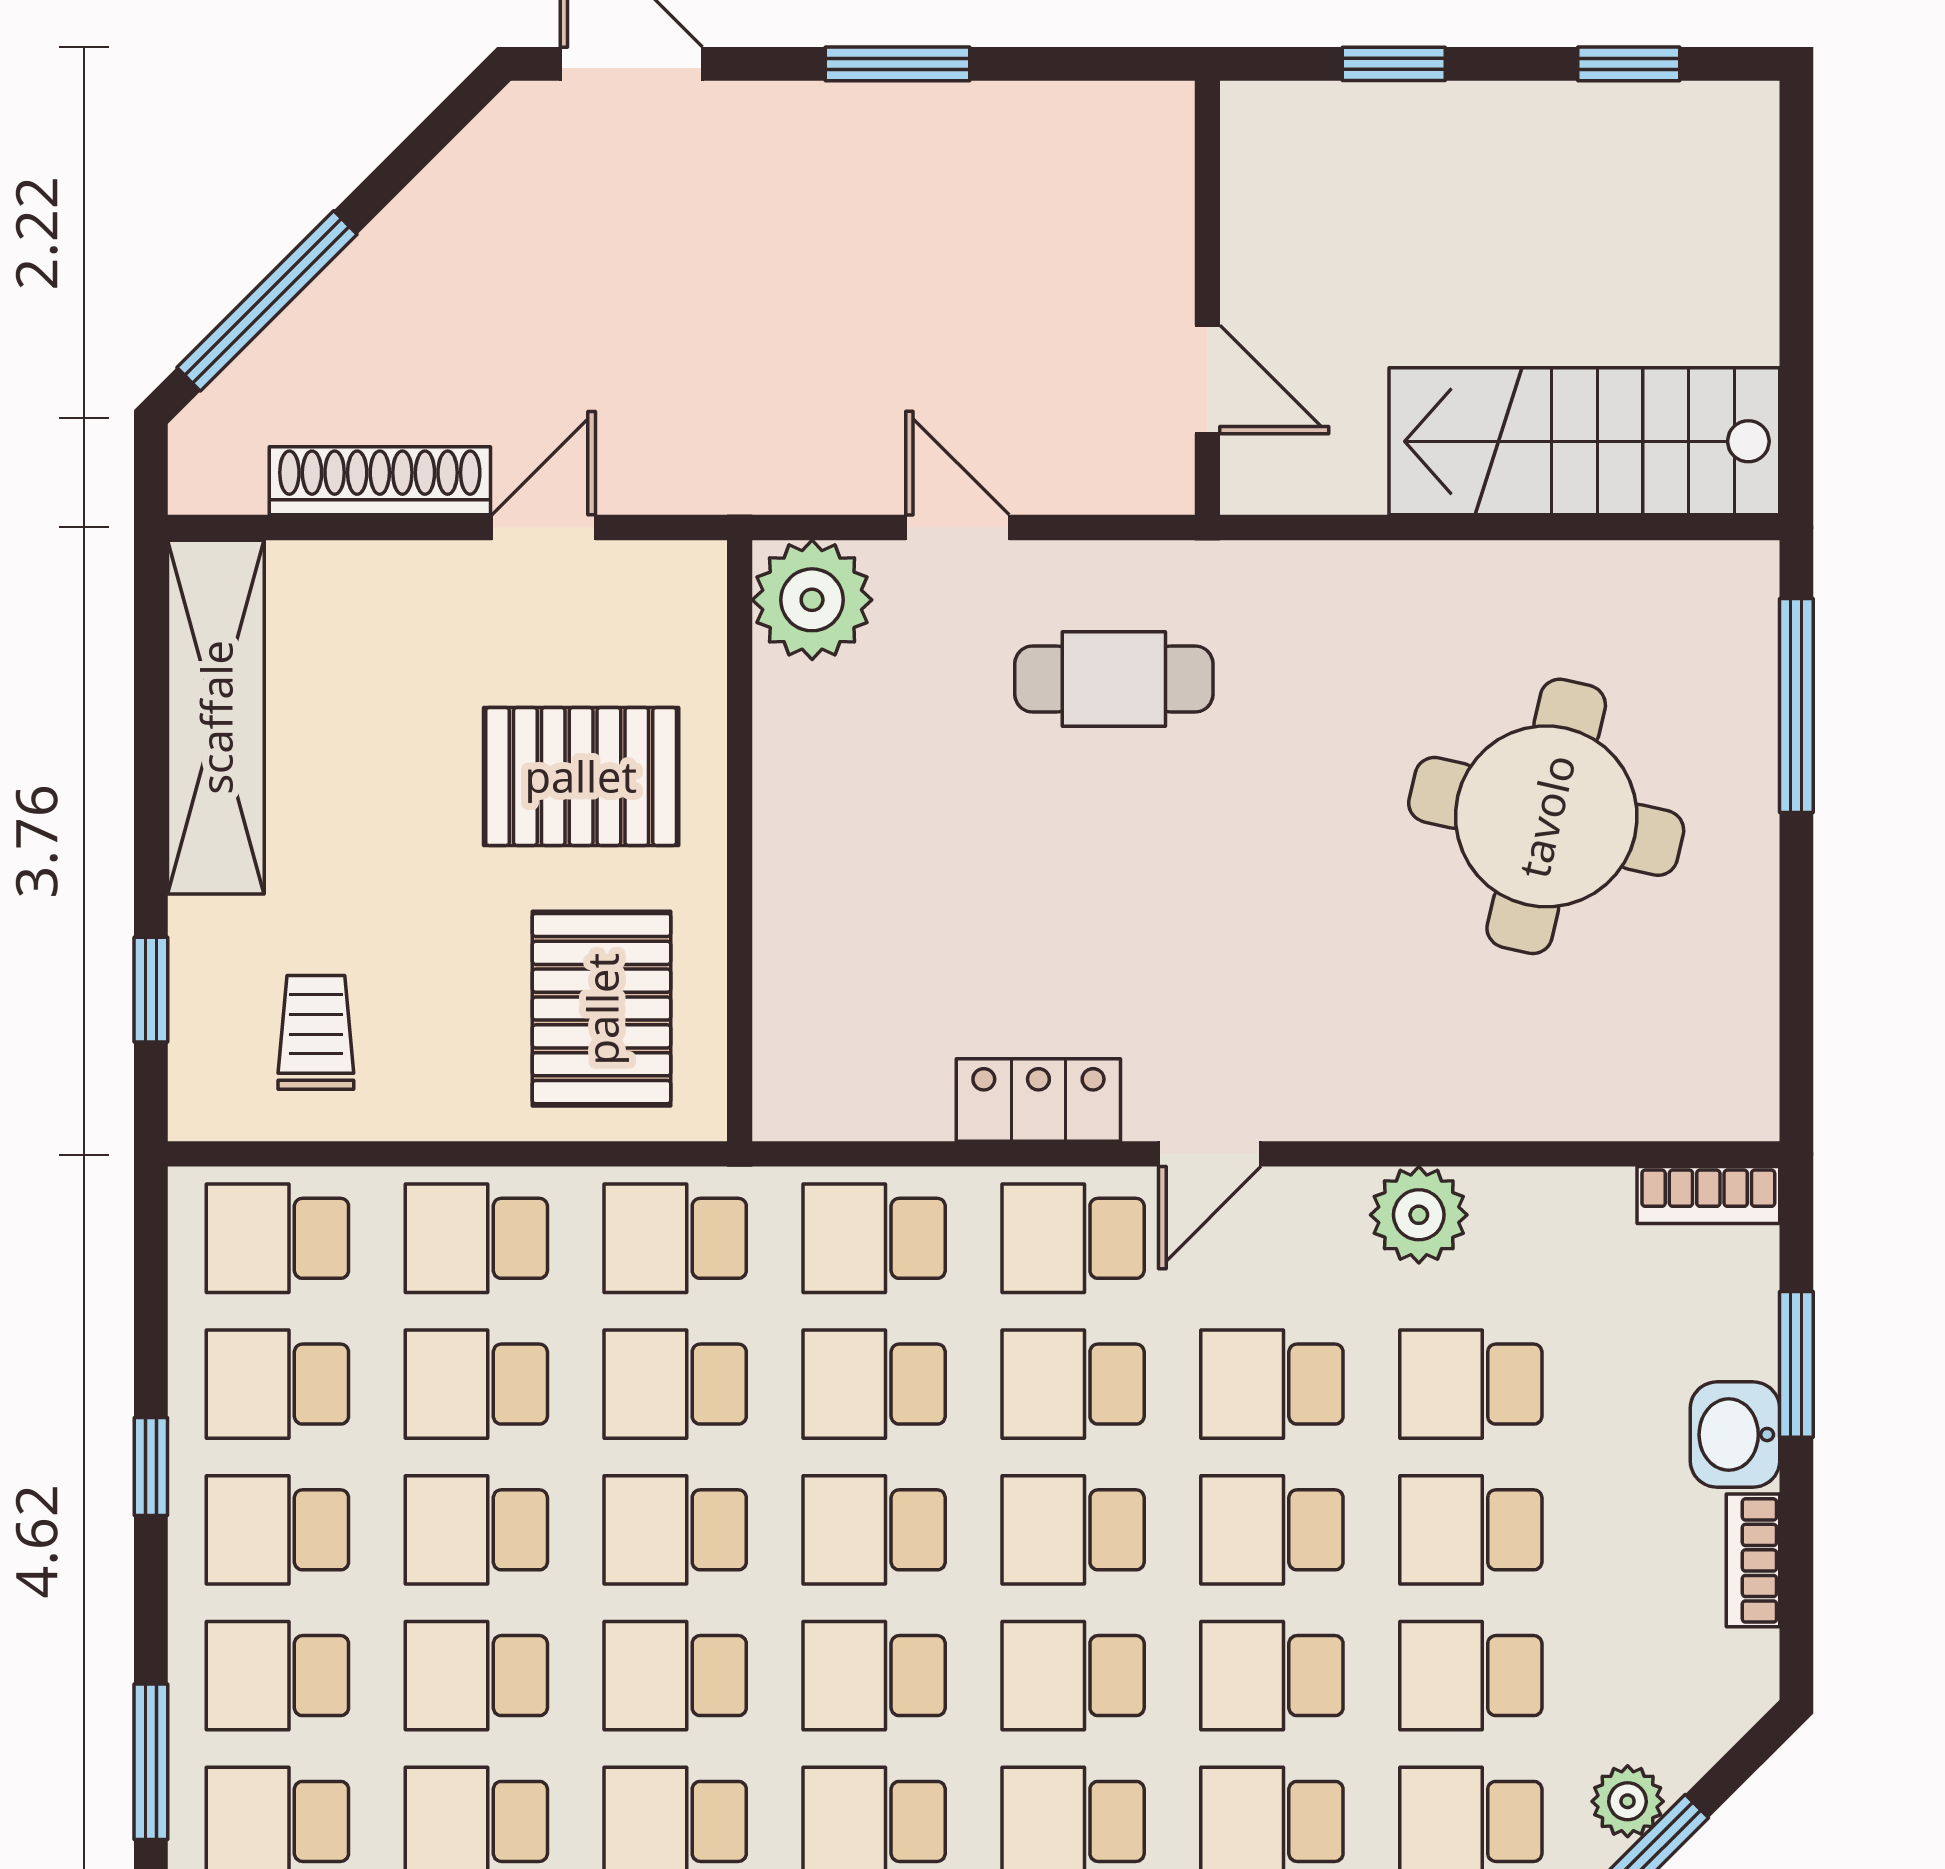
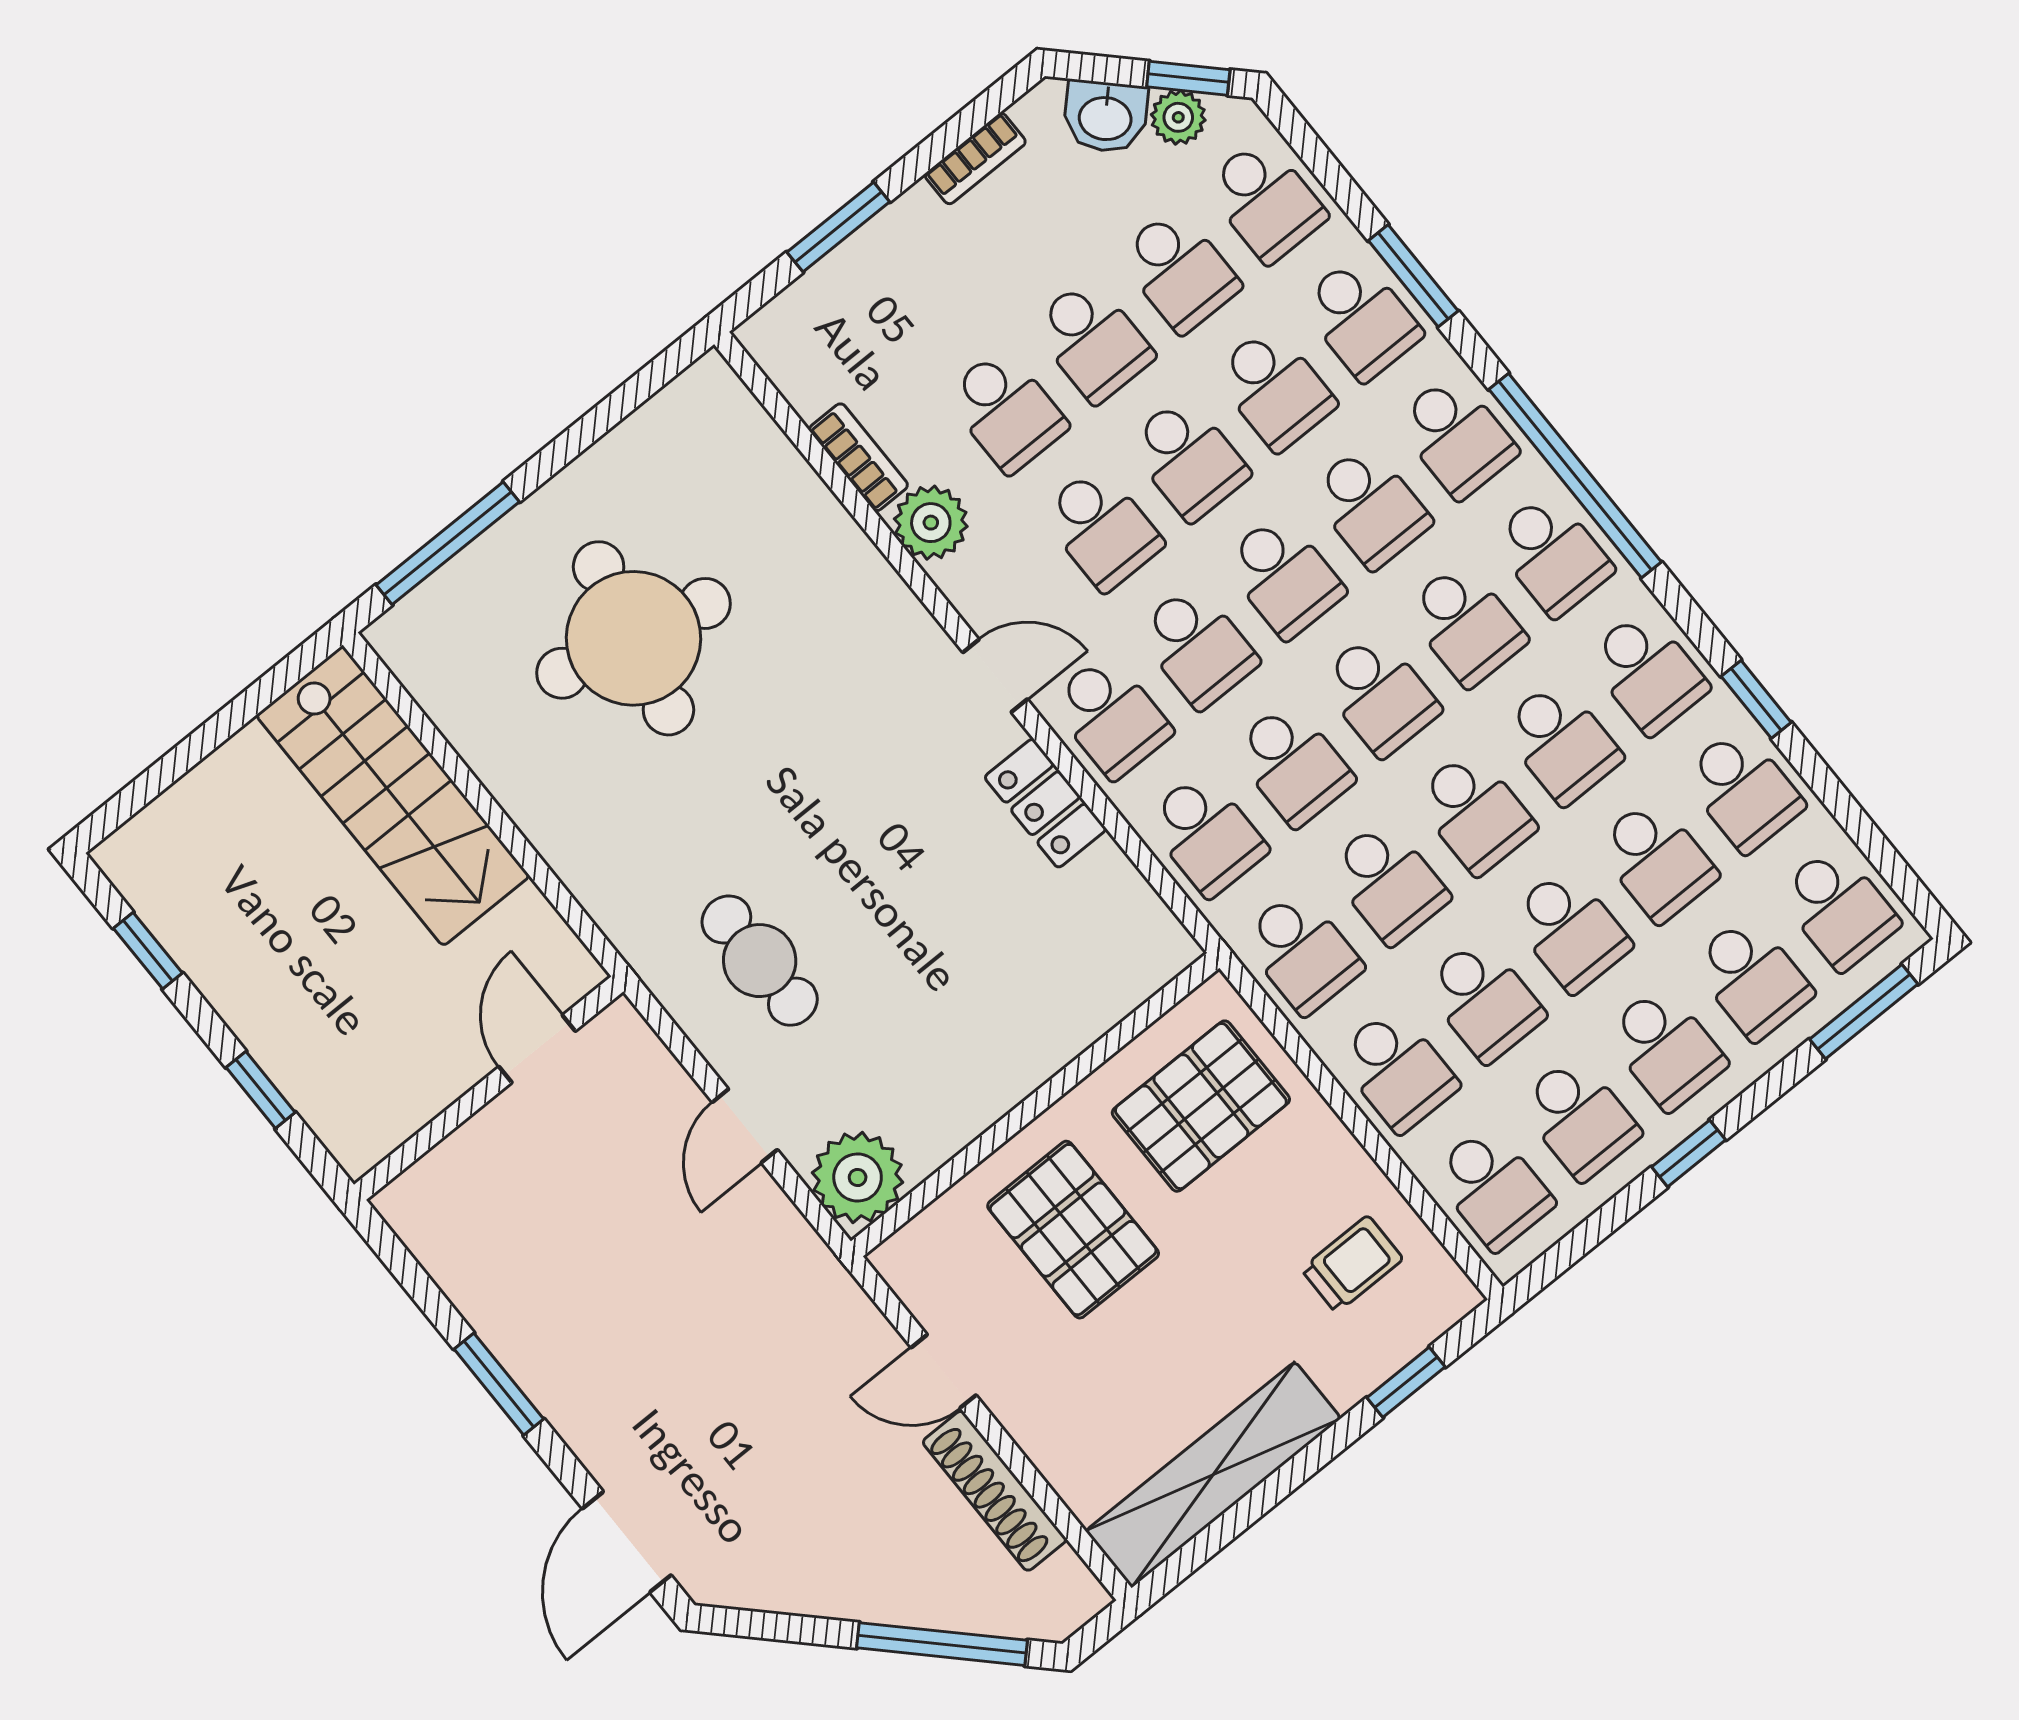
trolley: (316, 1032) -> (1352, 1264), turned 180
bookcase: (1708, 1195) -> (858, 457), moved
washbasin: (1735, 1435) -> (1105, 117), moved, turned 45

